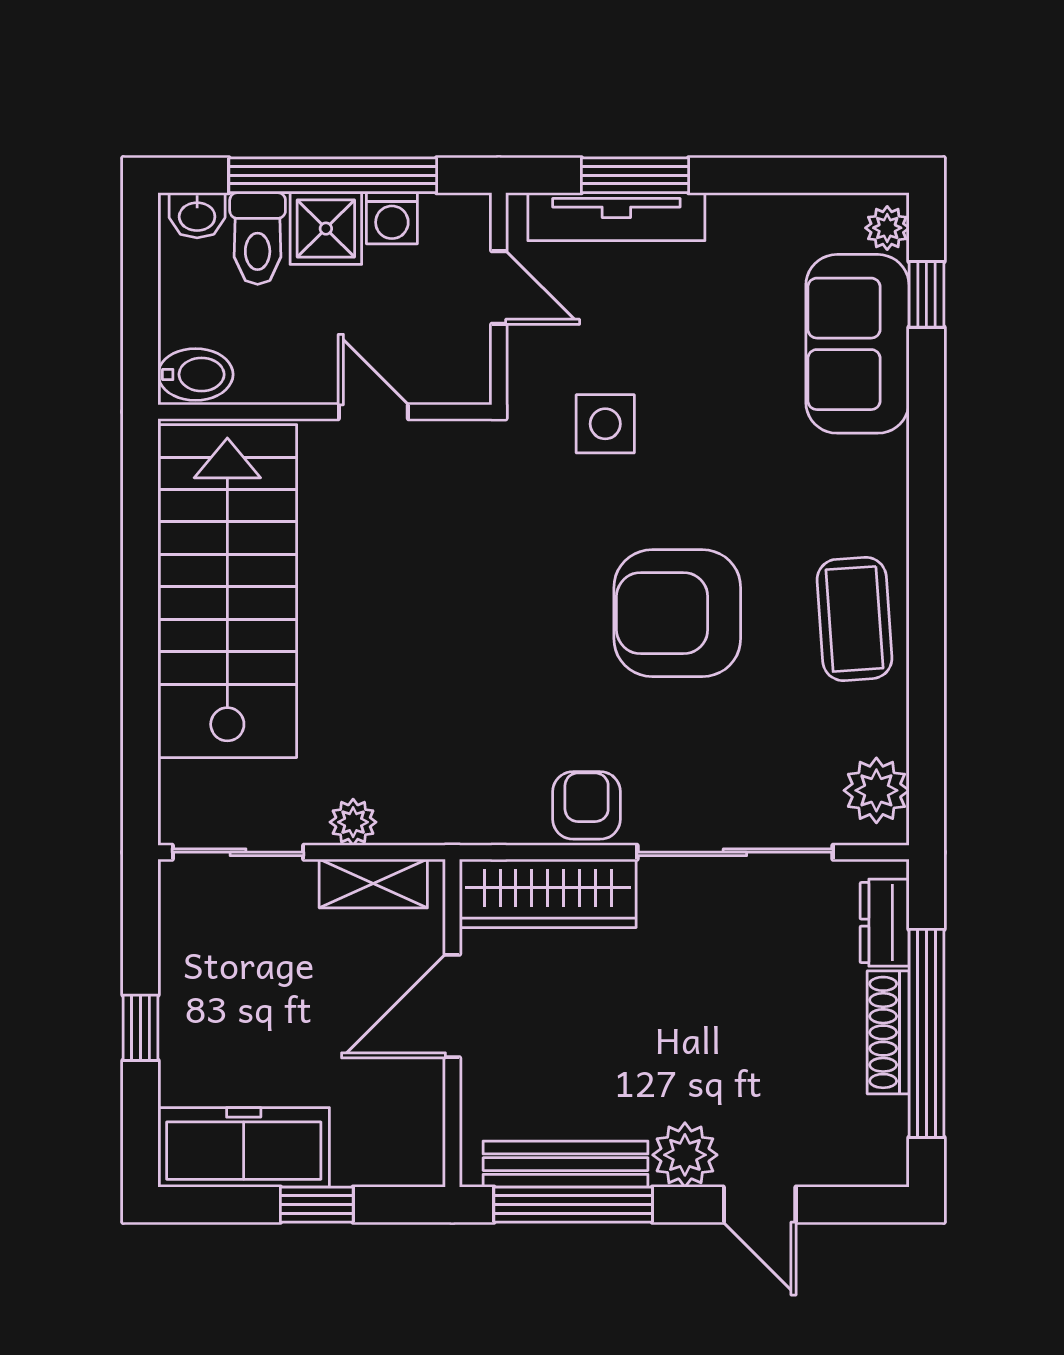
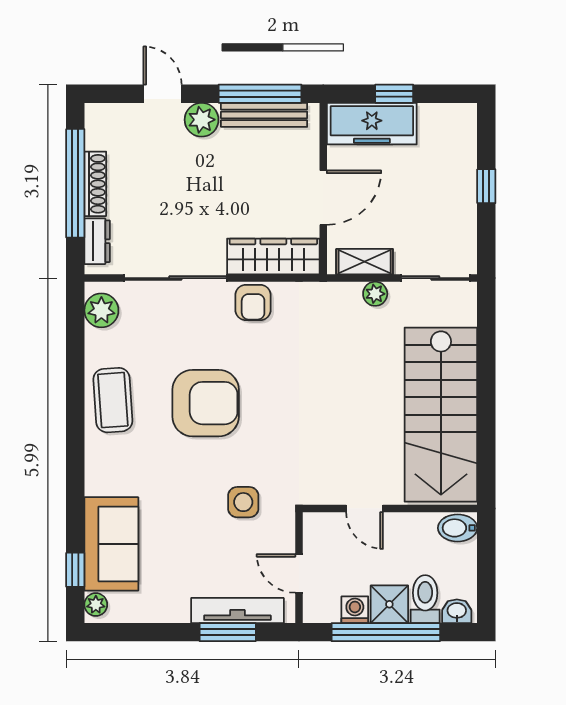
freezer: (244, 1147) -> (372, 124), moved

